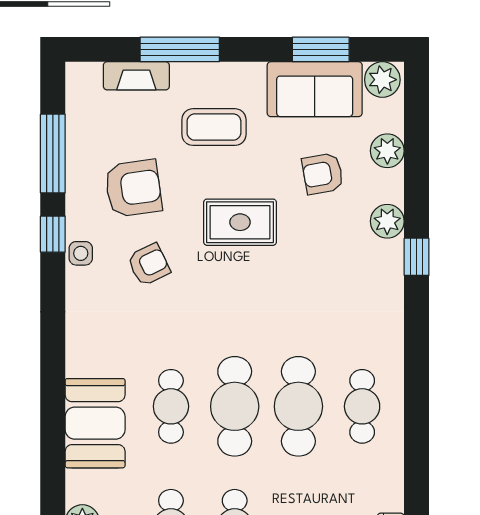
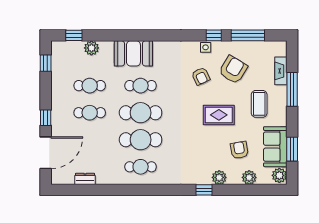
armchair: (133, 188) -> (233, 70), turned -141
rug: (240, 222) -> (219, 115), turned 90

